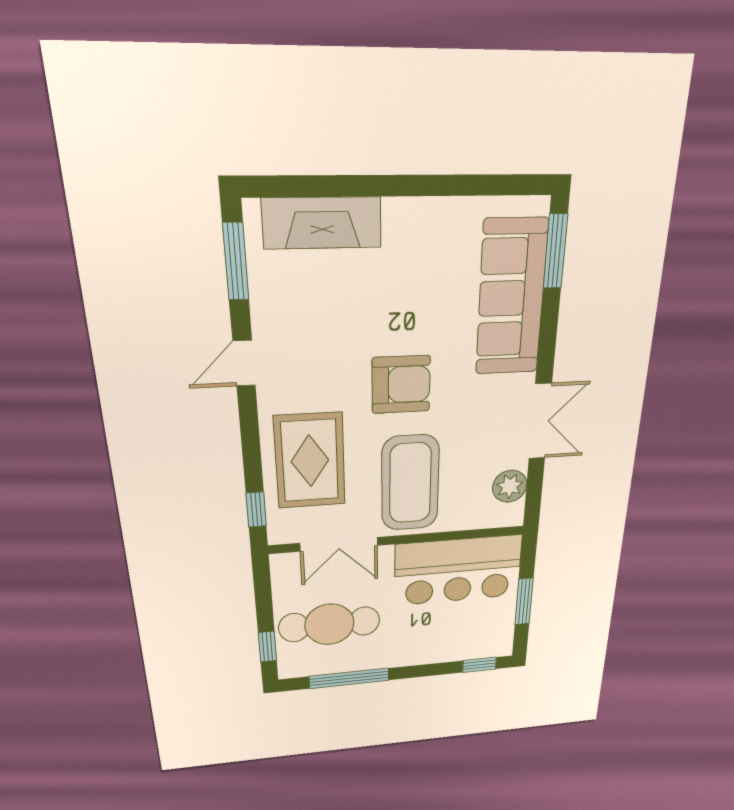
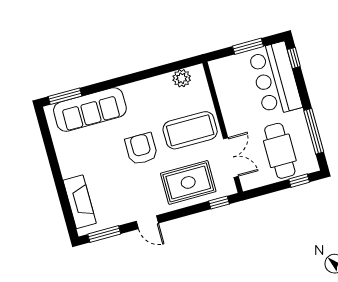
double door: (540, 421) -> (144, 75), removed
bar counter: (458, 570) -> (275, 79), moved, turned 180

